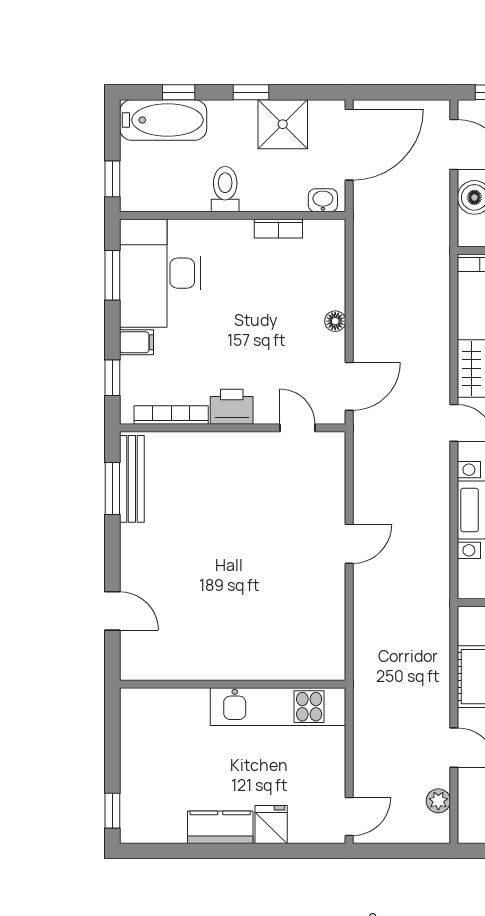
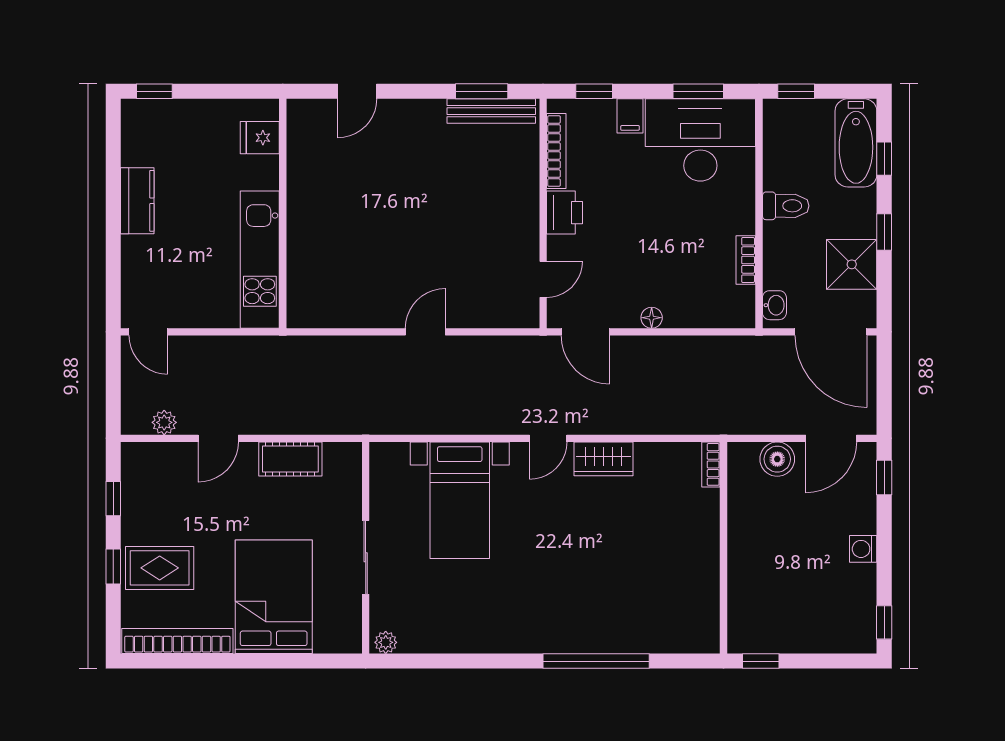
door: (349, 544) -> (425, 332), swing flipped
fridge: (271, 825) -> (260, 138), moved, turned 180

